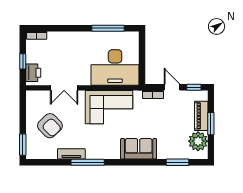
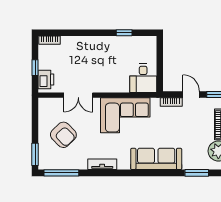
window: (108, 28) -> (124, 33), width x0.46
desk: (115, 67) -> (143, 78), width x0.53, depth x0.77
sofa: (139, 149) -> (156, 159), width x1.36
tv unit: (71, 154) -> (102, 164), moved
window: (88, 162) -> (61, 173), moved

